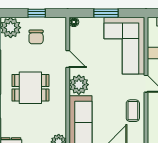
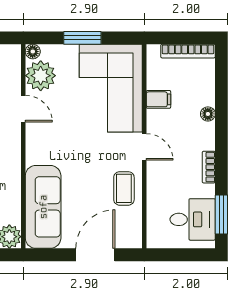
plant: (79, 85) -> (41, 76), moved

